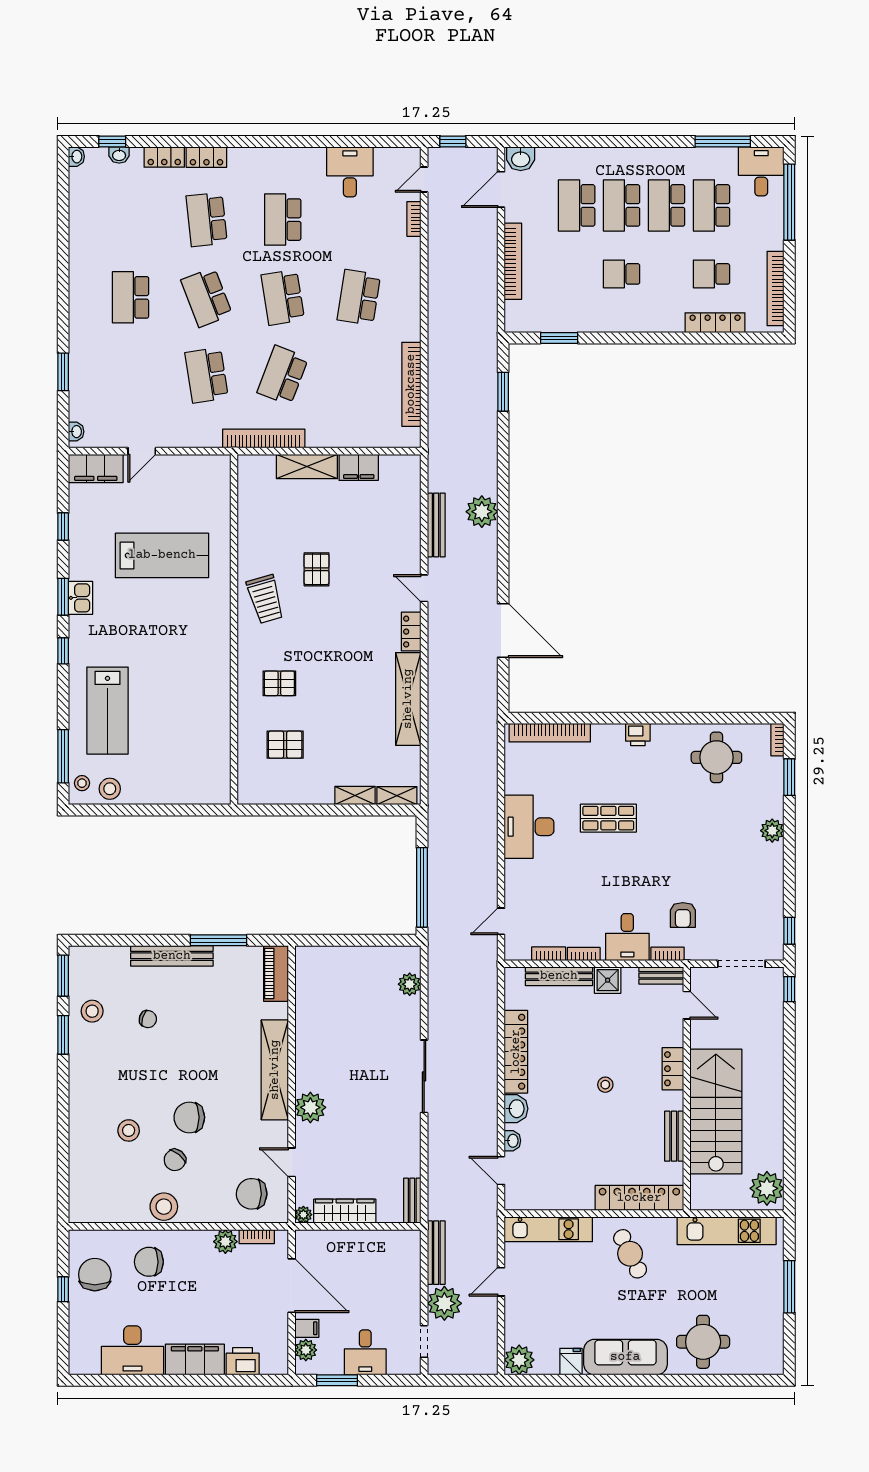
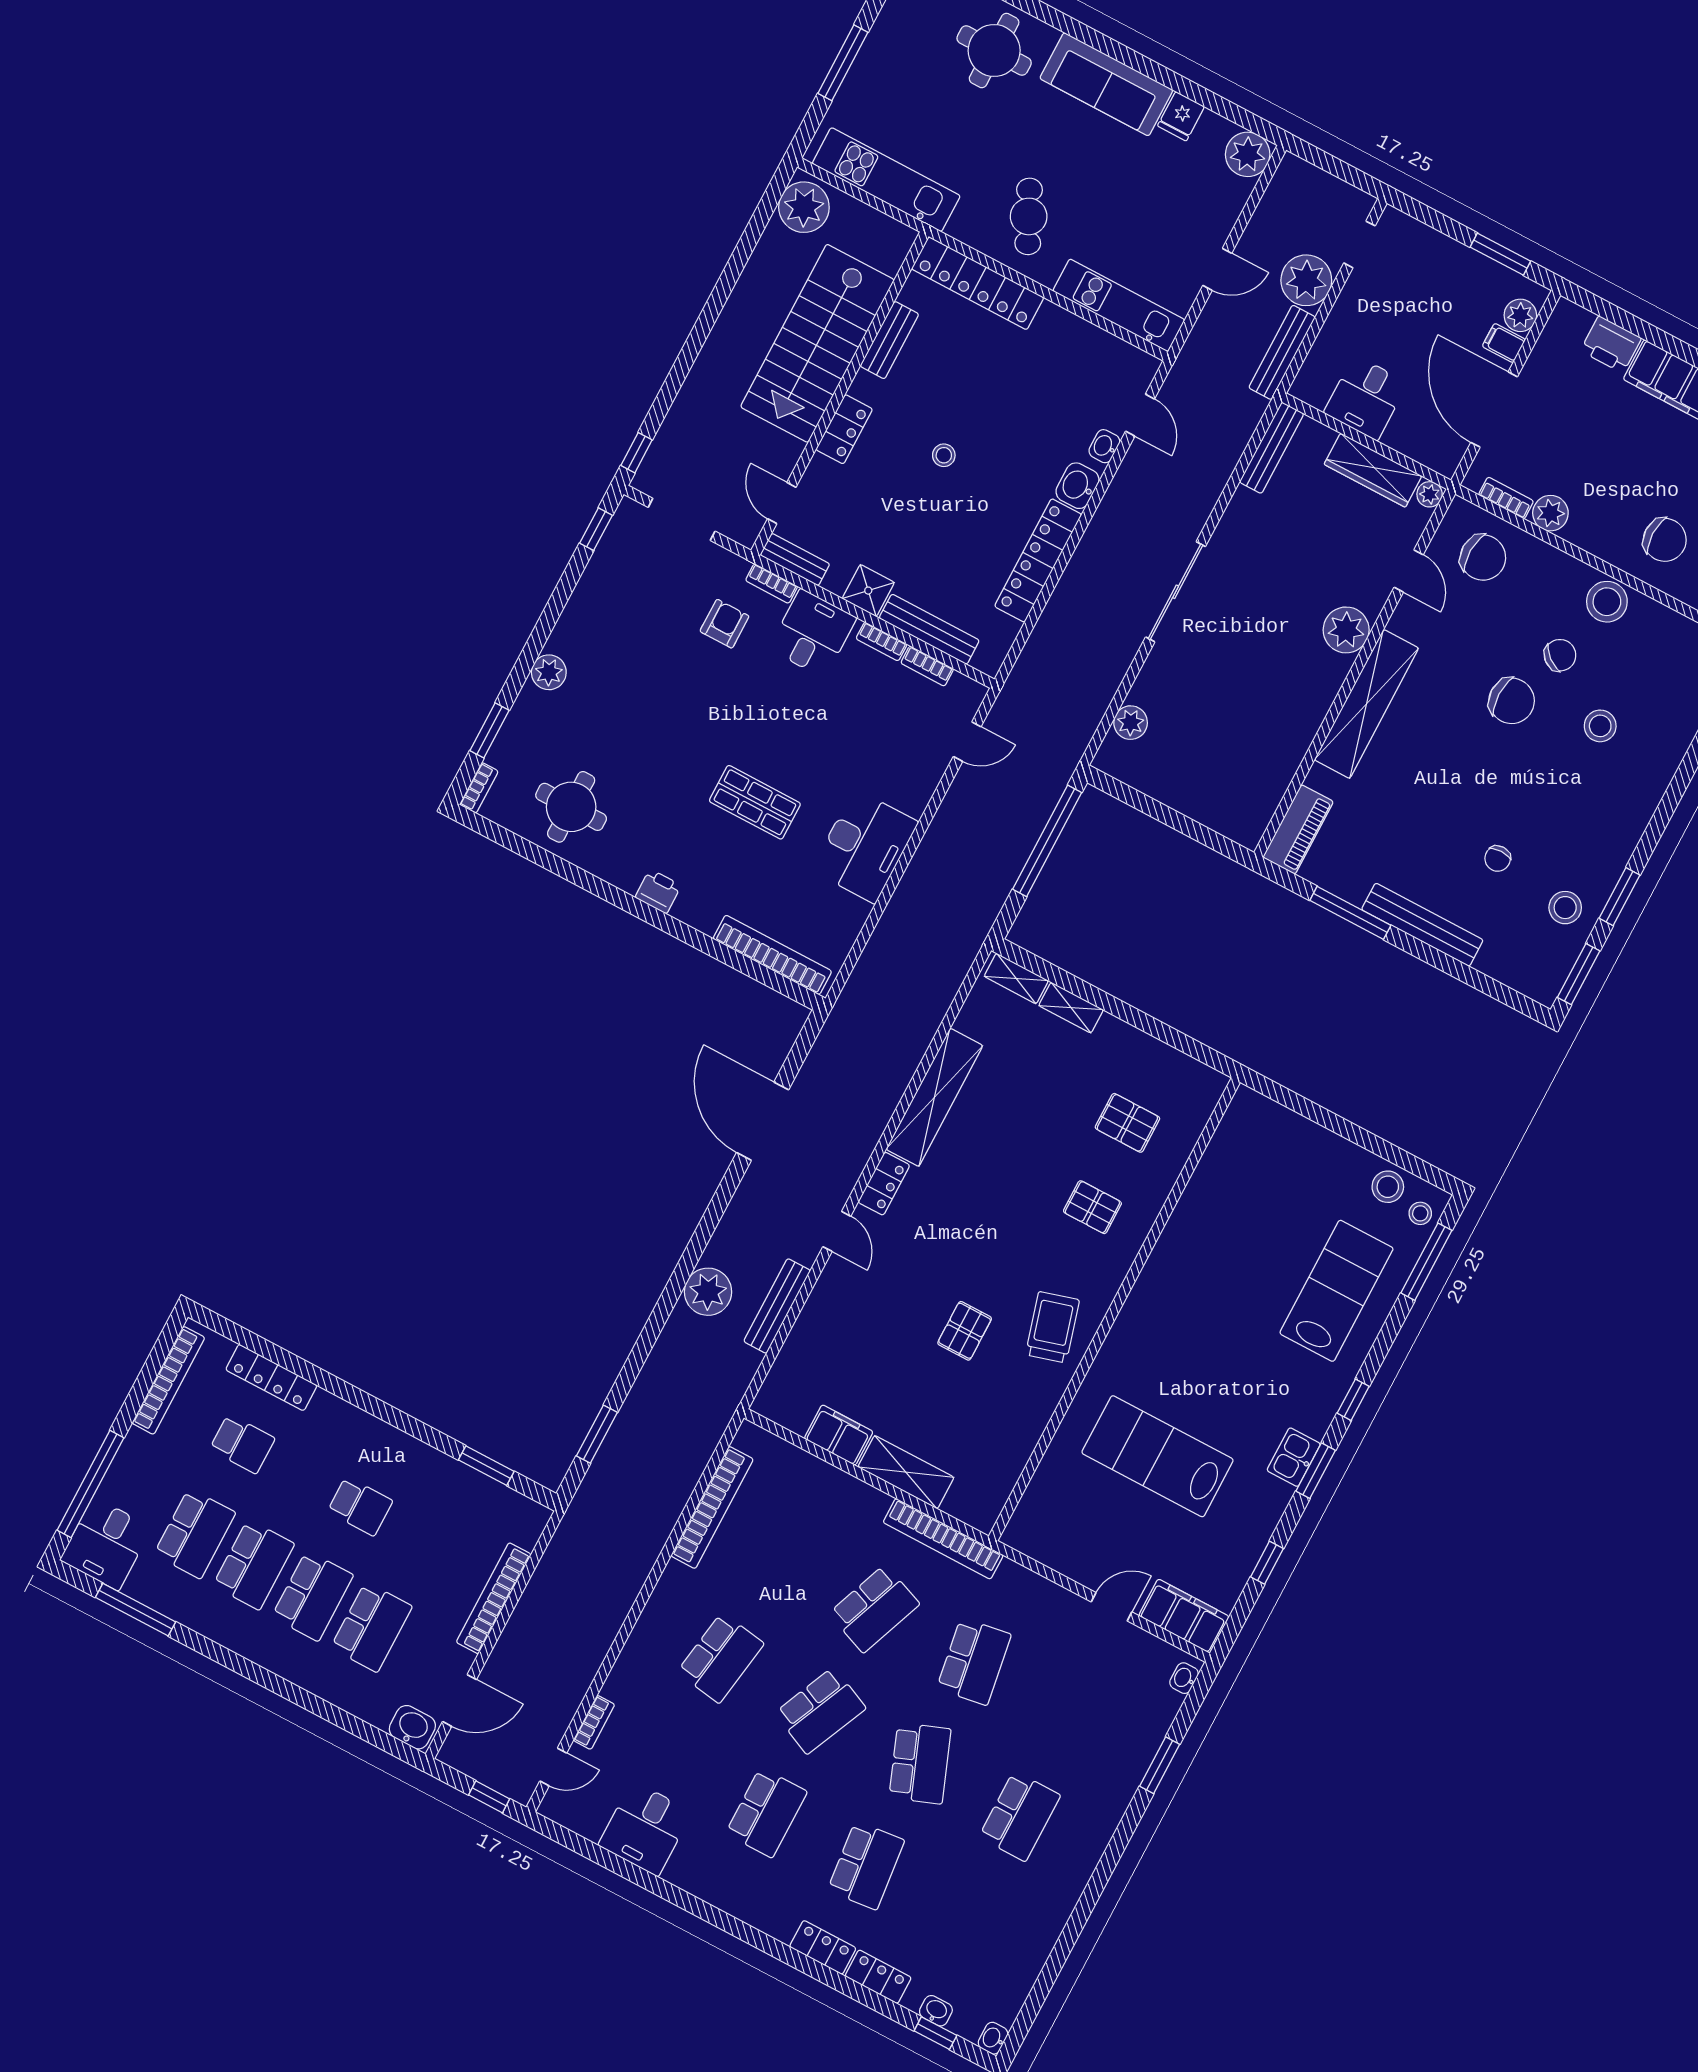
school desk: (283, 297) -> (820, 1711), turned 33
chair: (148, 1019) -> (1498, 859), turned -106
bench: (412, 1201) -> (1272, 448), width x1.36
desk: (365, 1352) -> (1366, 398), moved, turned 180

